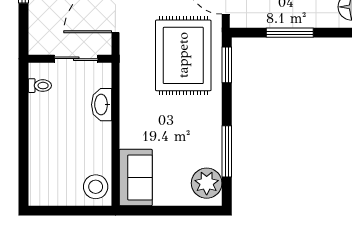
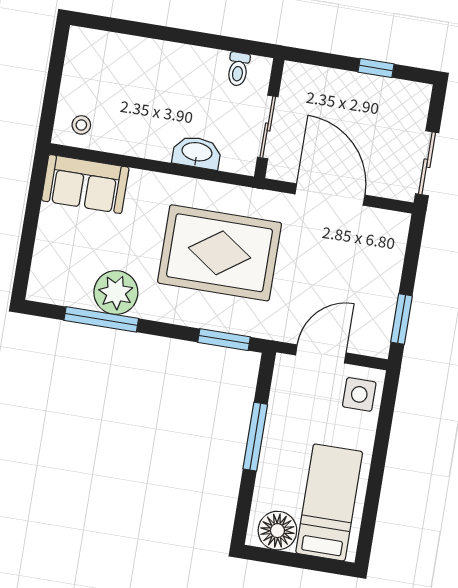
rug: (183, 55) -> (219, 253), moved
plant: (207, 183) -> (116, 293), moved
stool: (96, 187) -> (81, 125), width x0.53, depth x0.53

